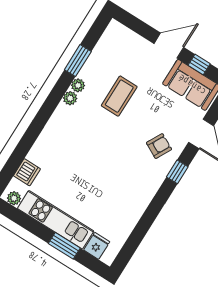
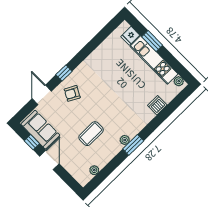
door: (169, 45) -> (49, 160), swing flipped
window: (78, 61) -> (133, 145), moved
plant: (78, 85) -> (94, 170), moved
dishwasher: (27, 172) -> (157, 105), moved

